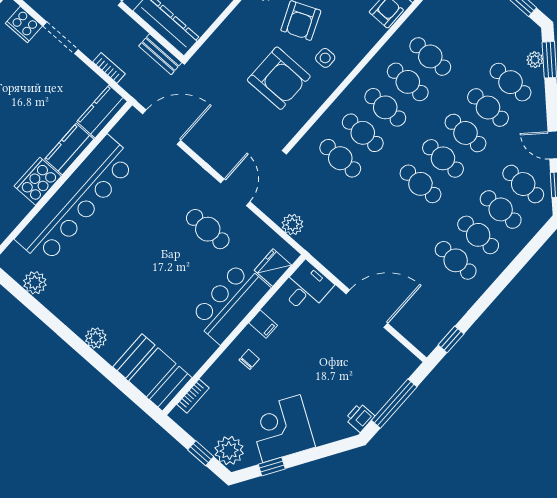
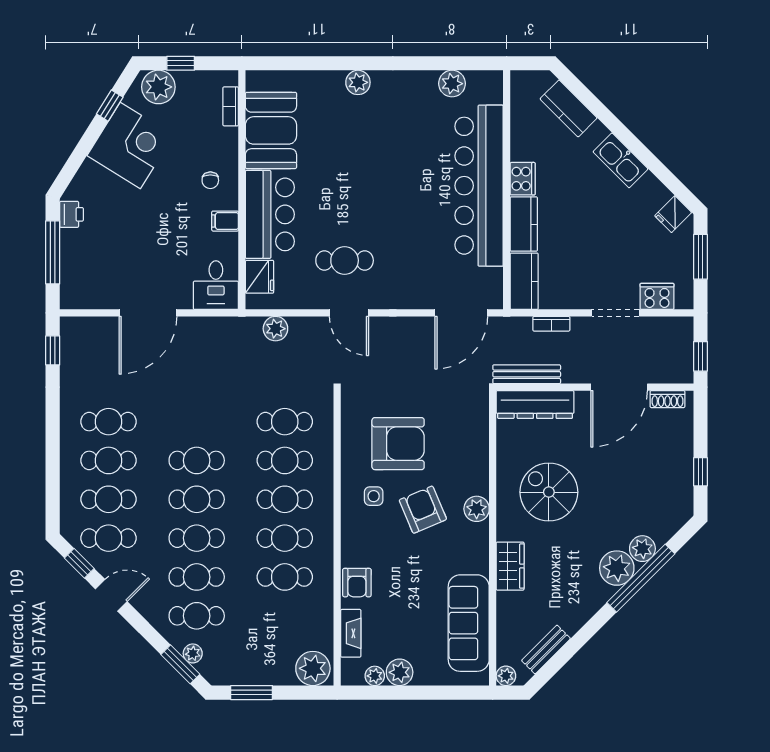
bench: (160, 54) -> (527, 374), width x1.36
armchair: (279, 78) -> (398, 444), turned 180
cooker: (38, 181) -> (523, 179), width x0.73, depth x0.76
booth: (152, 372) -> (271, 130), moved, turned 90

